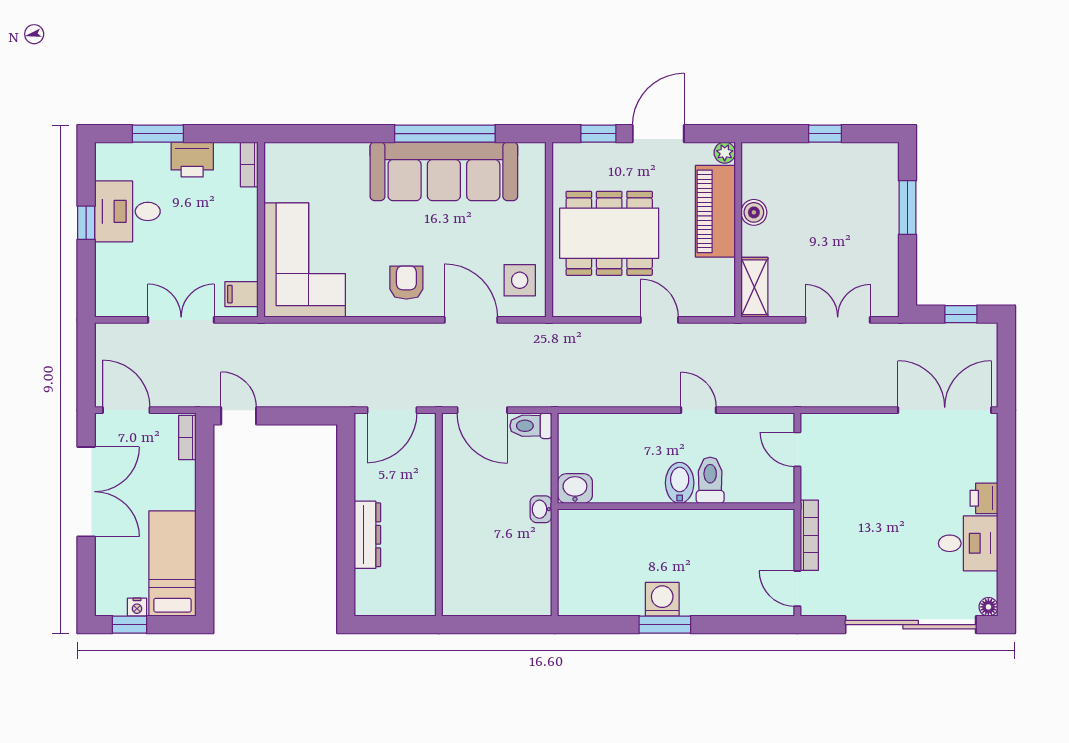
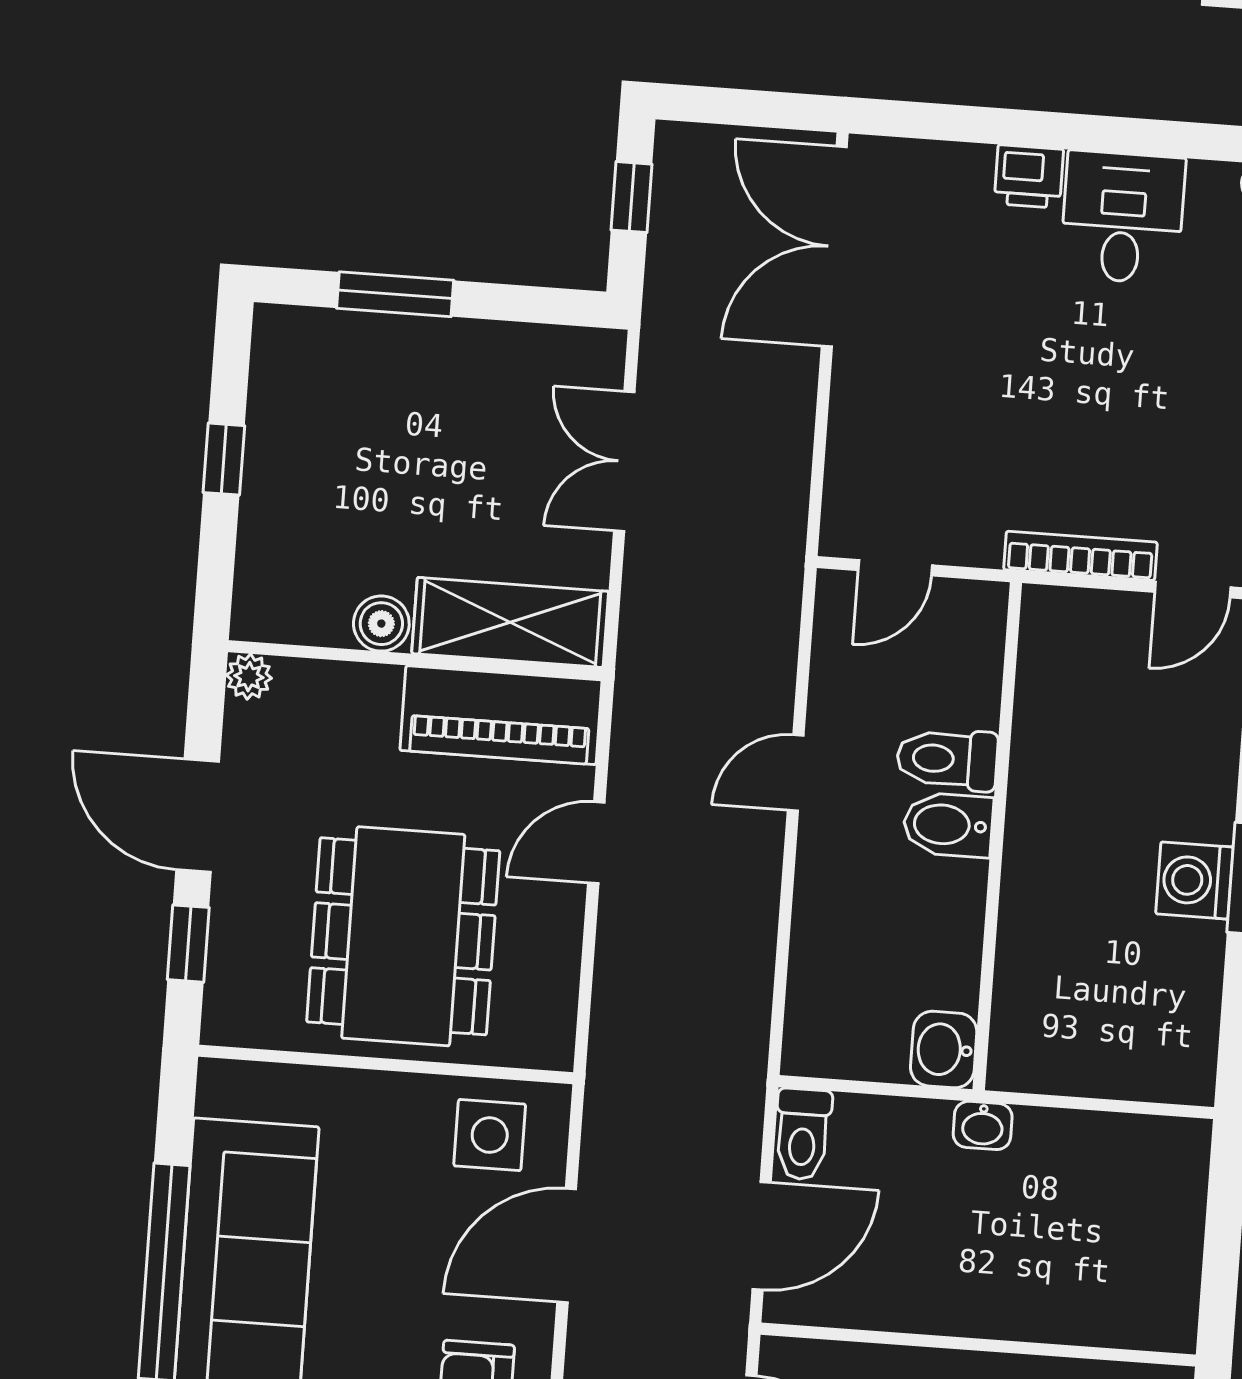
piano: (715, 211) -> (501, 715), moved
shelving: (754, 287) -> (510, 622), width x1.50, depth x1.33

